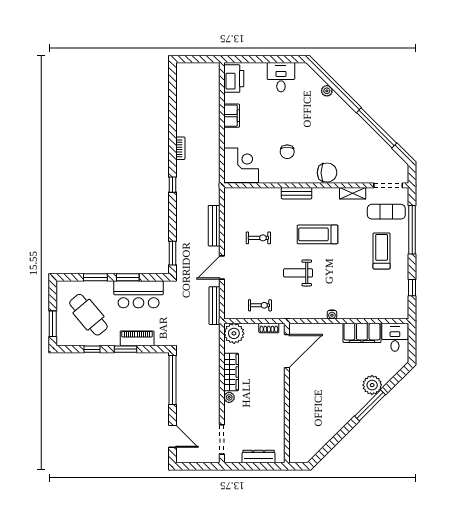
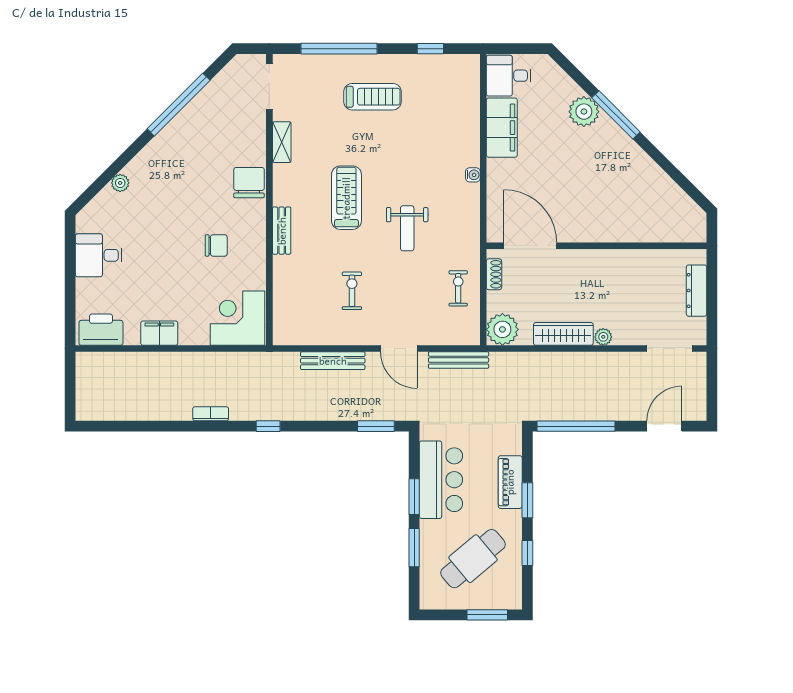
exercise mat: (386, 212) -> (311, 89), removed
treadmill: (317, 234) -> (346, 198), turned 180
treadmill: (382, 251) -> (373, 97), turned 180

